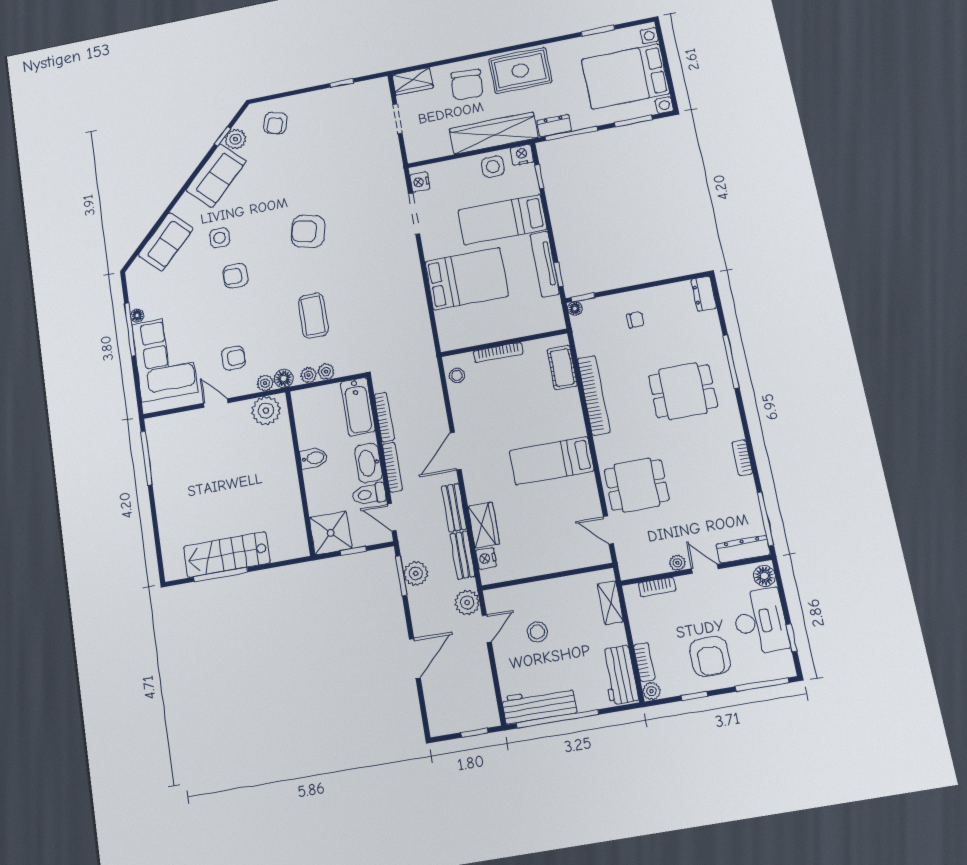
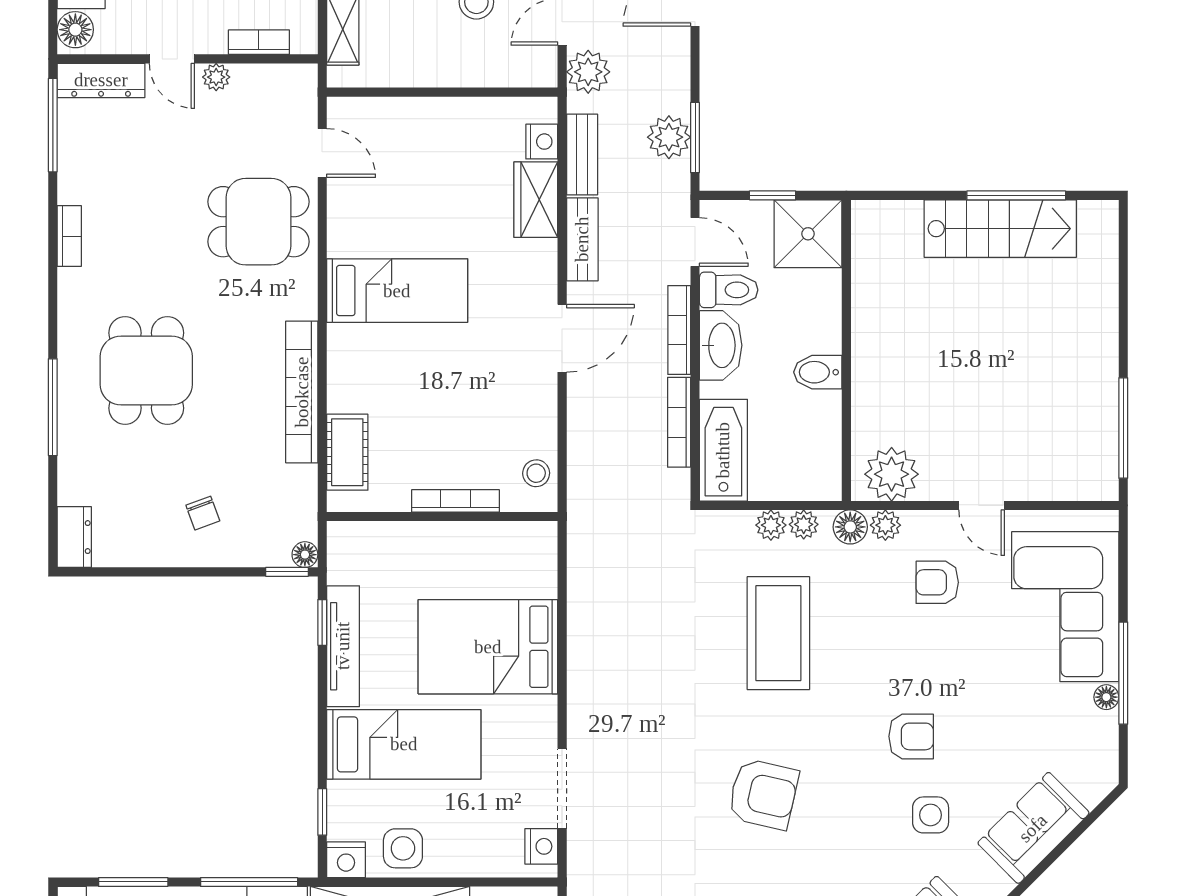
coffee table: (313, 316) -> (778, 633), width x1.36, depth x1.32
chair: (635, 320) -> (203, 513), turned -110
dining table: (683, 391) -> (146, 370), turned 90

